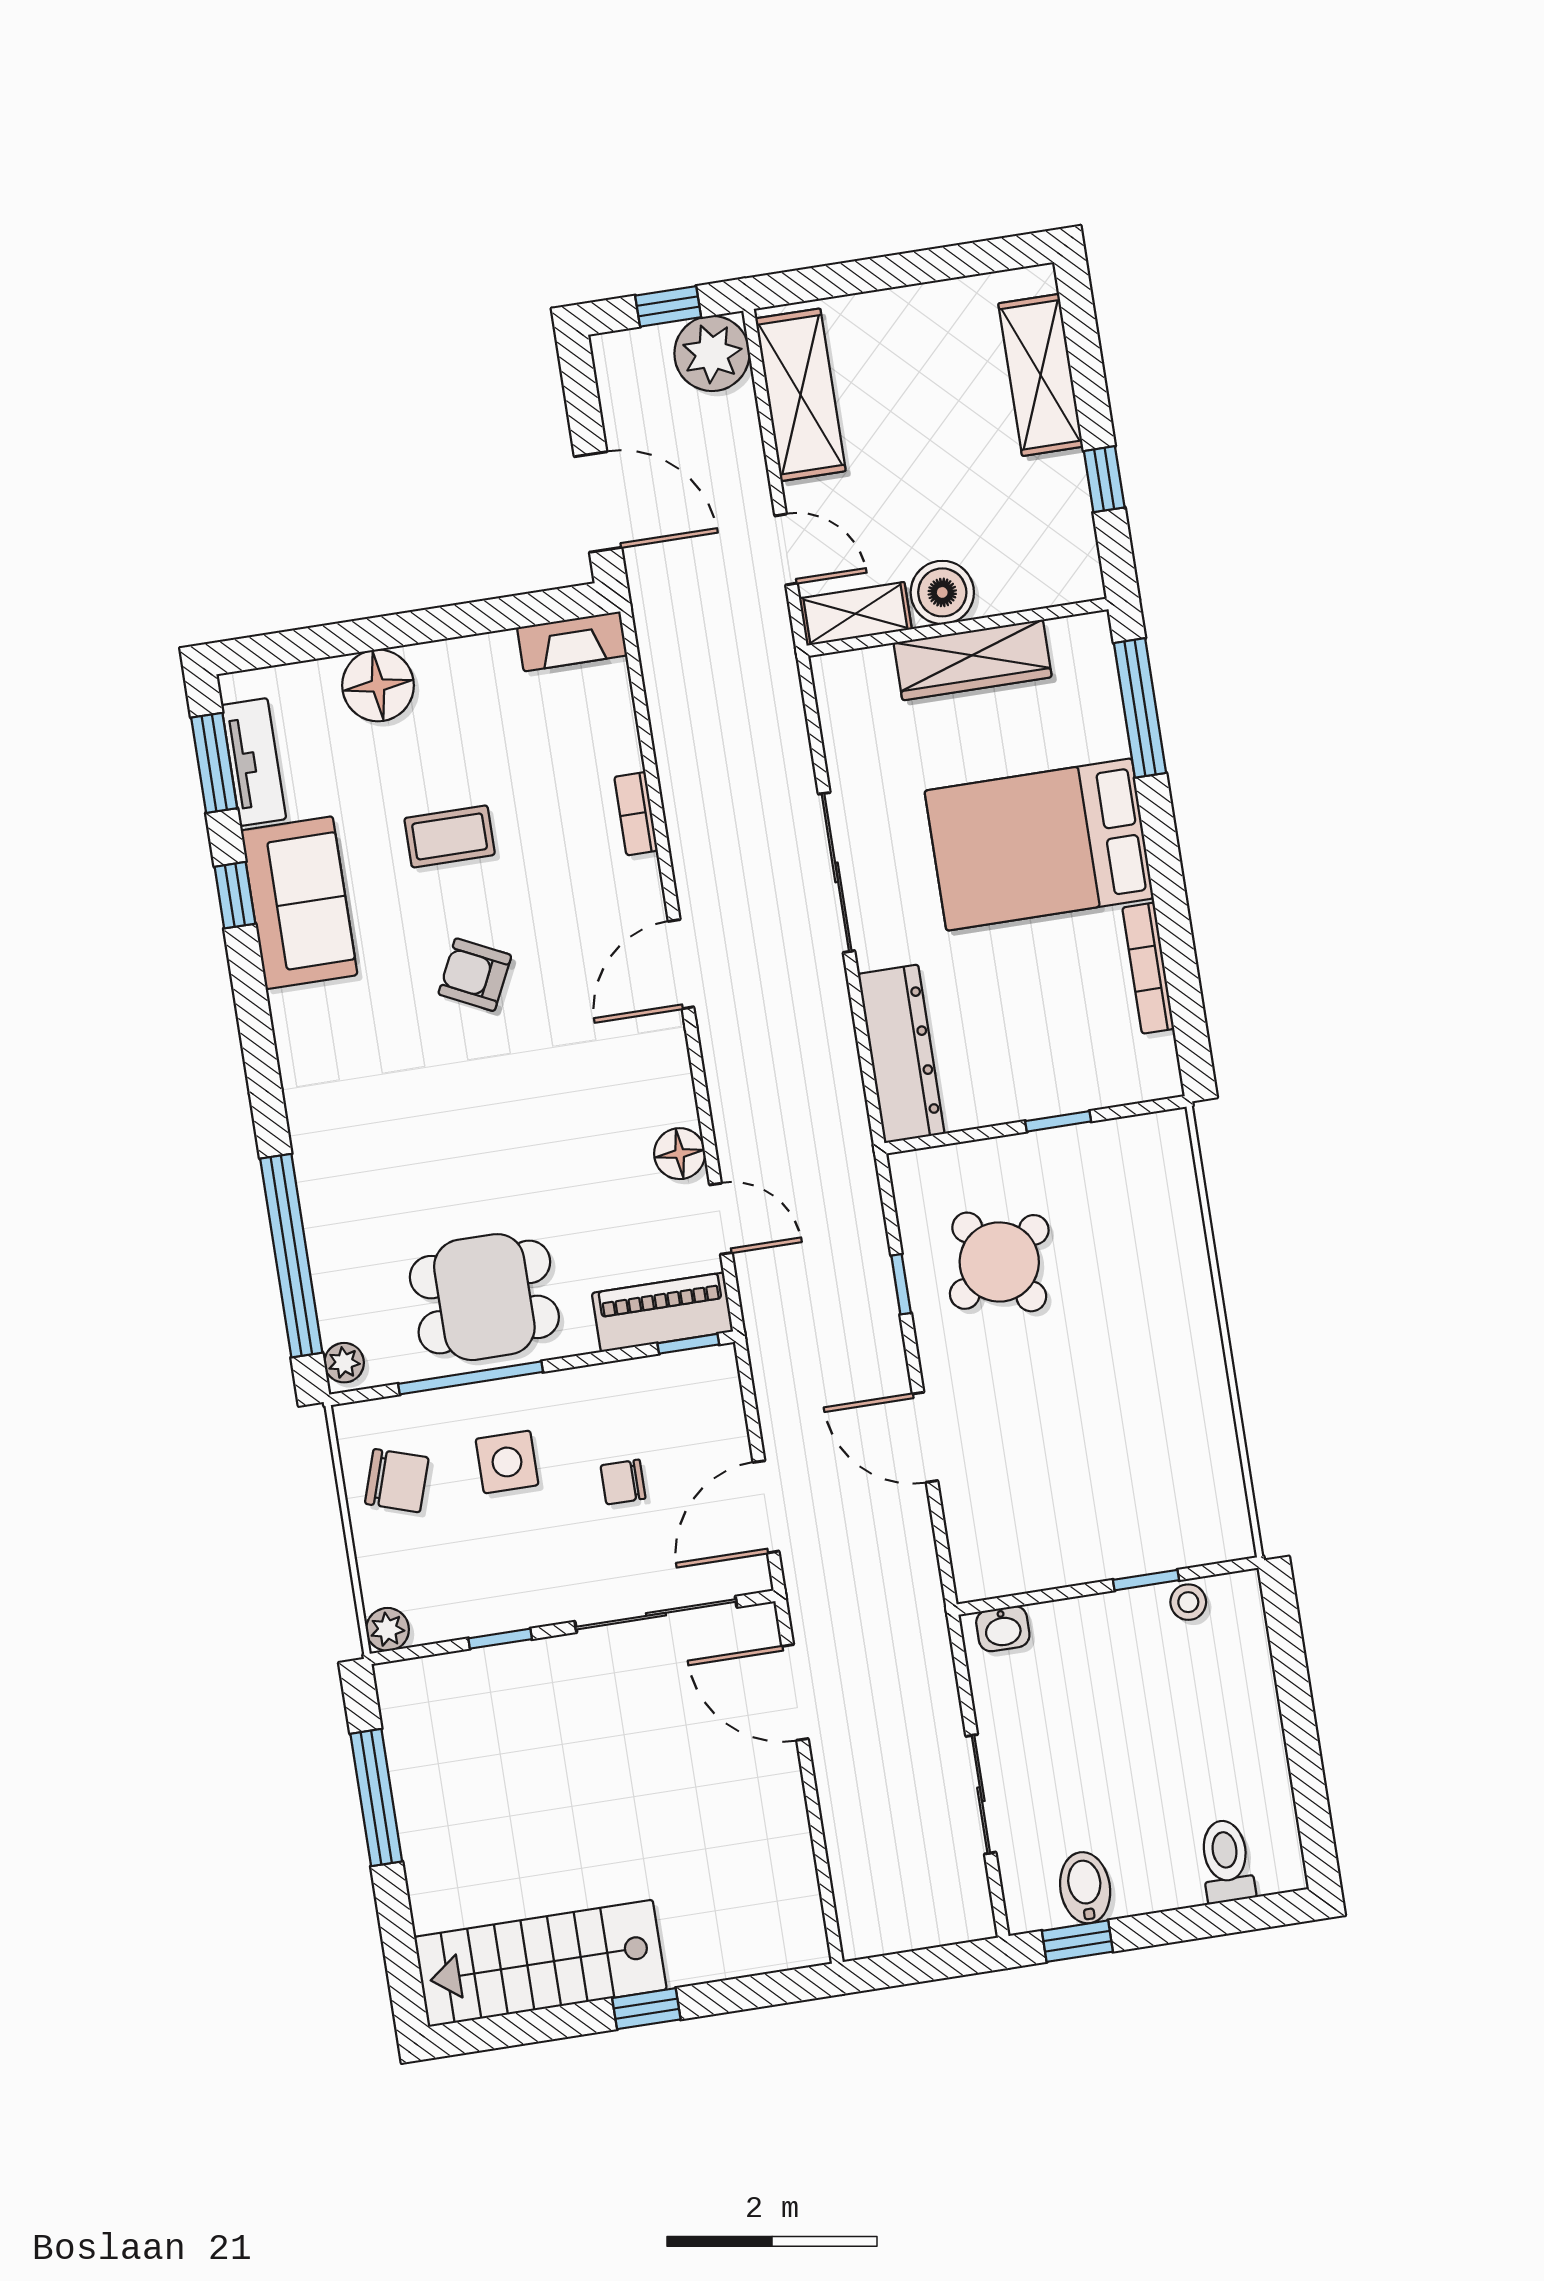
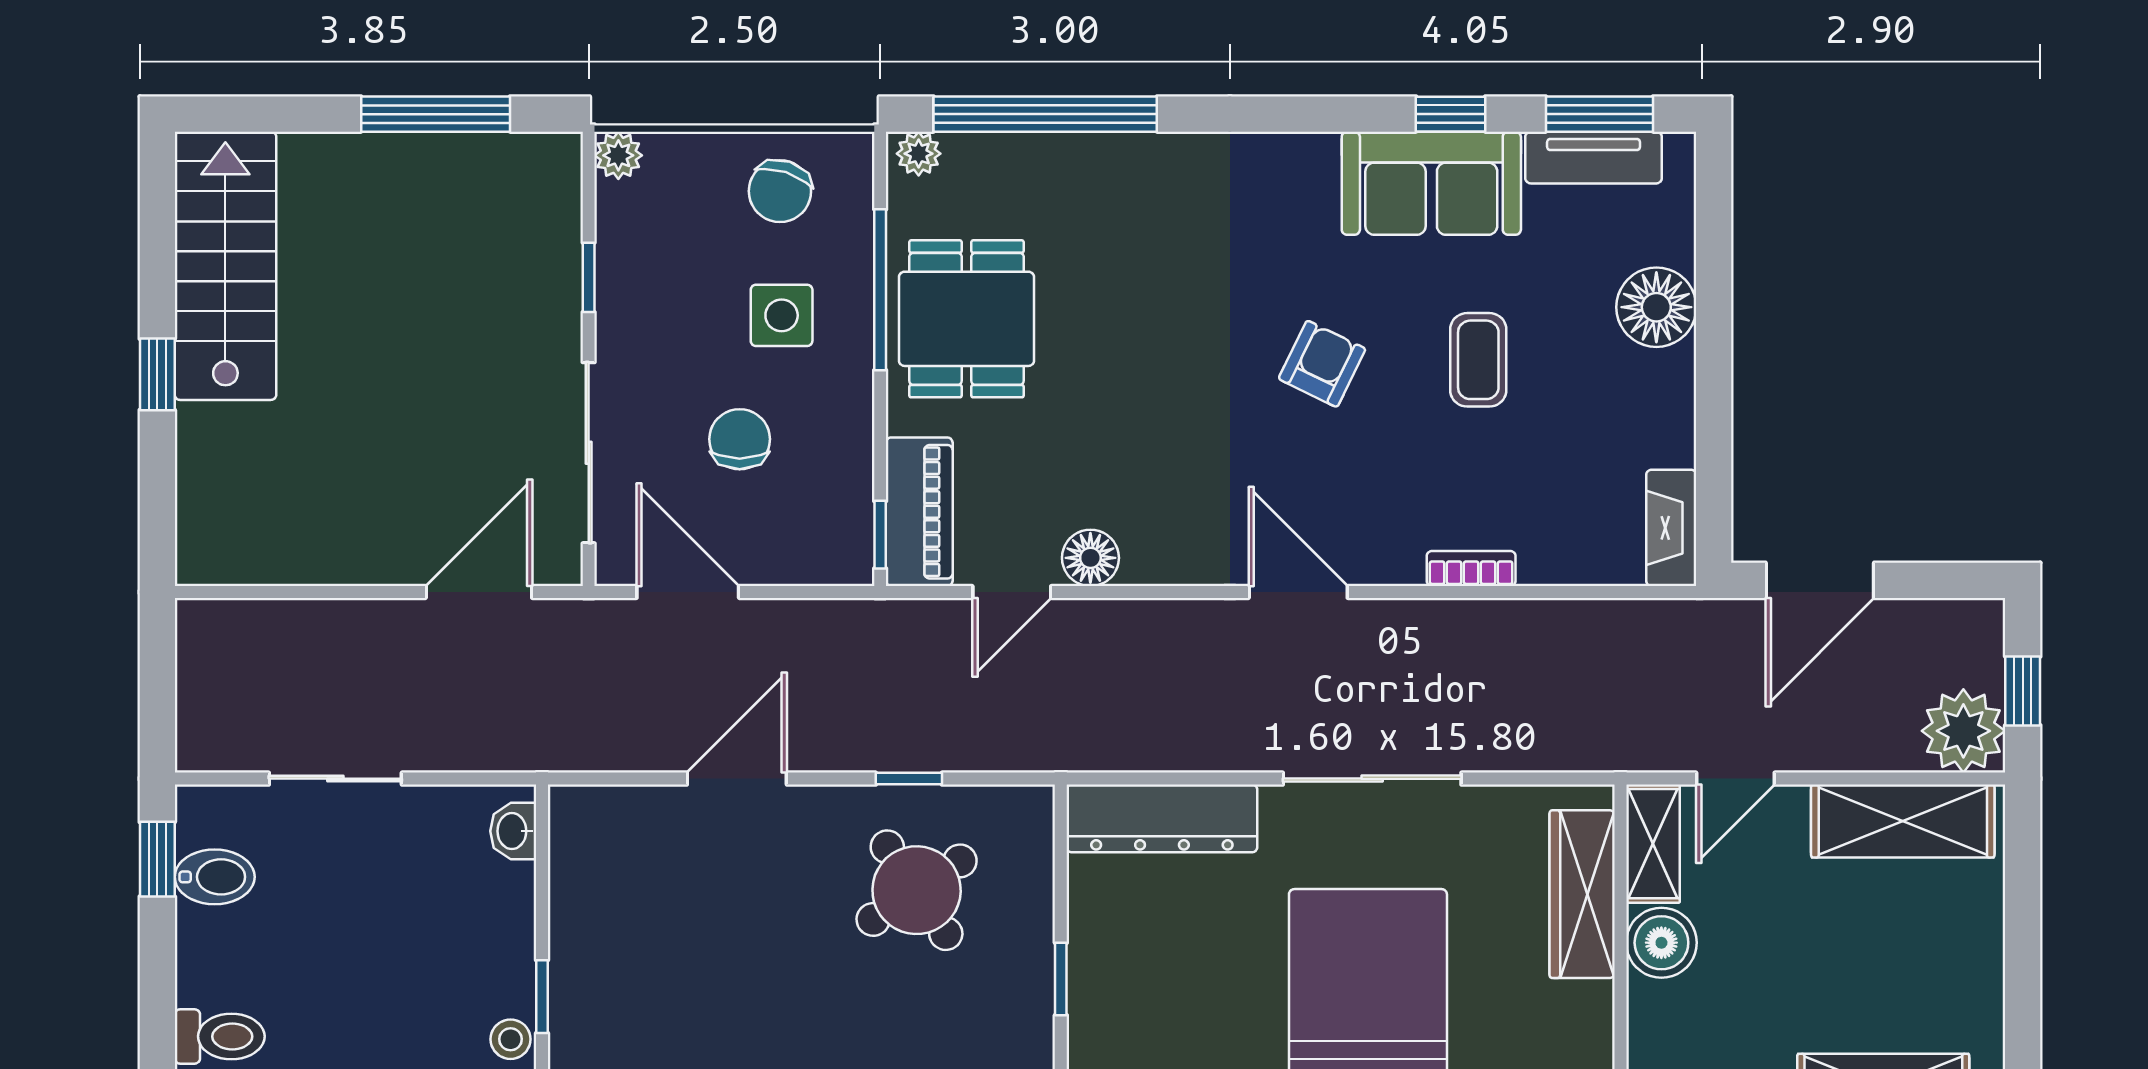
wardrobe: (973, 660) -> (1582, 894), moved
chair: (623, 1482) -> (740, 439), width x1.37, depth x1.37

